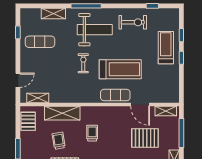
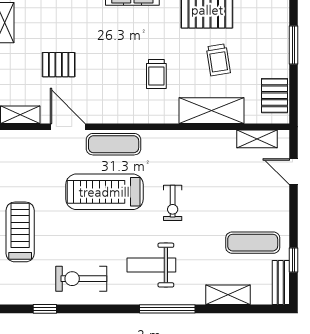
bench: (25, 20) -> (281, 283), added
weight bench: (95, 30) -> (151, 265), width x0.73, depth x0.75
treadmill: (166, 48) -> (20, 232), turned 180
door: (18, 80) -> (293, 172), hinge flipped
pallet: (145, 138) -> (59, 65), width x0.67, depth x0.71

